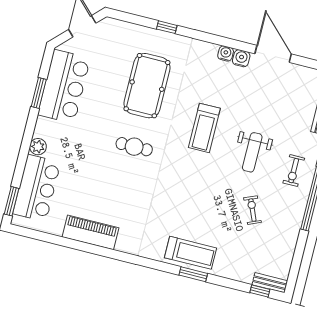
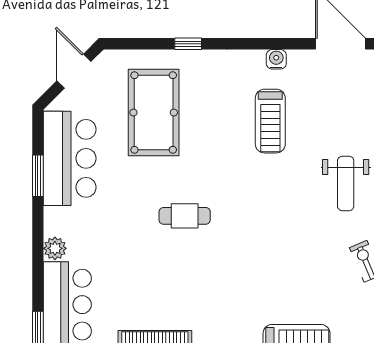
water cooler: (241, 58) -> (299, 60), removed
pool table: (147, 86) -> (154, 113), moved
treadmill: (204, 128) -> (270, 121), moved

